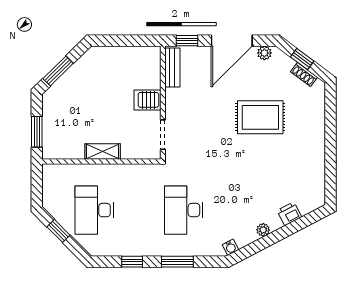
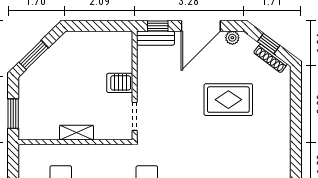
bench: (172, 67) -> (155, 38), moved, turned 90
shoe rack: (304, 74) -> (270, 58), width x1.43

